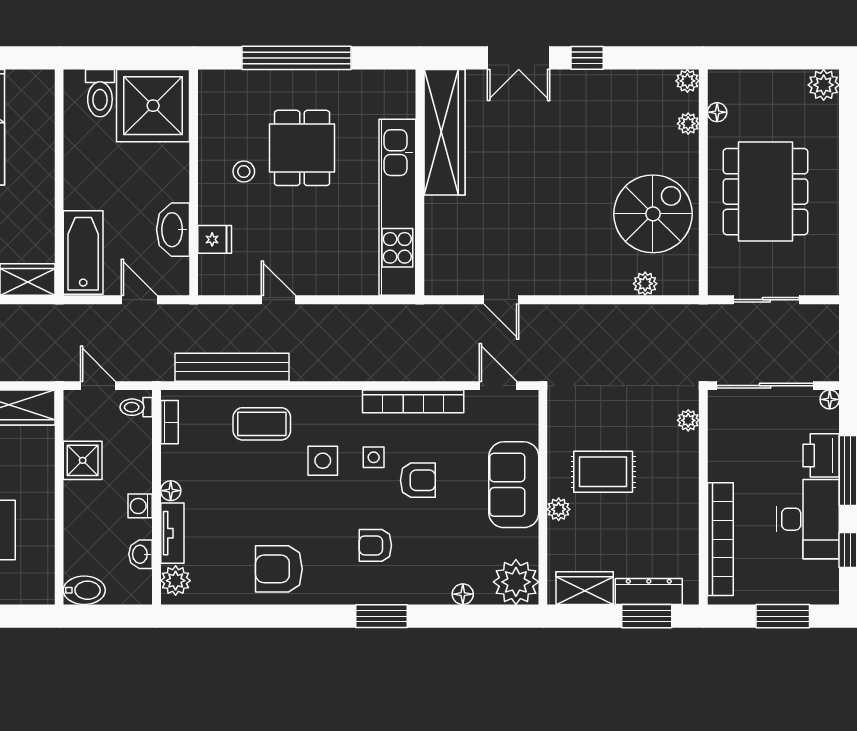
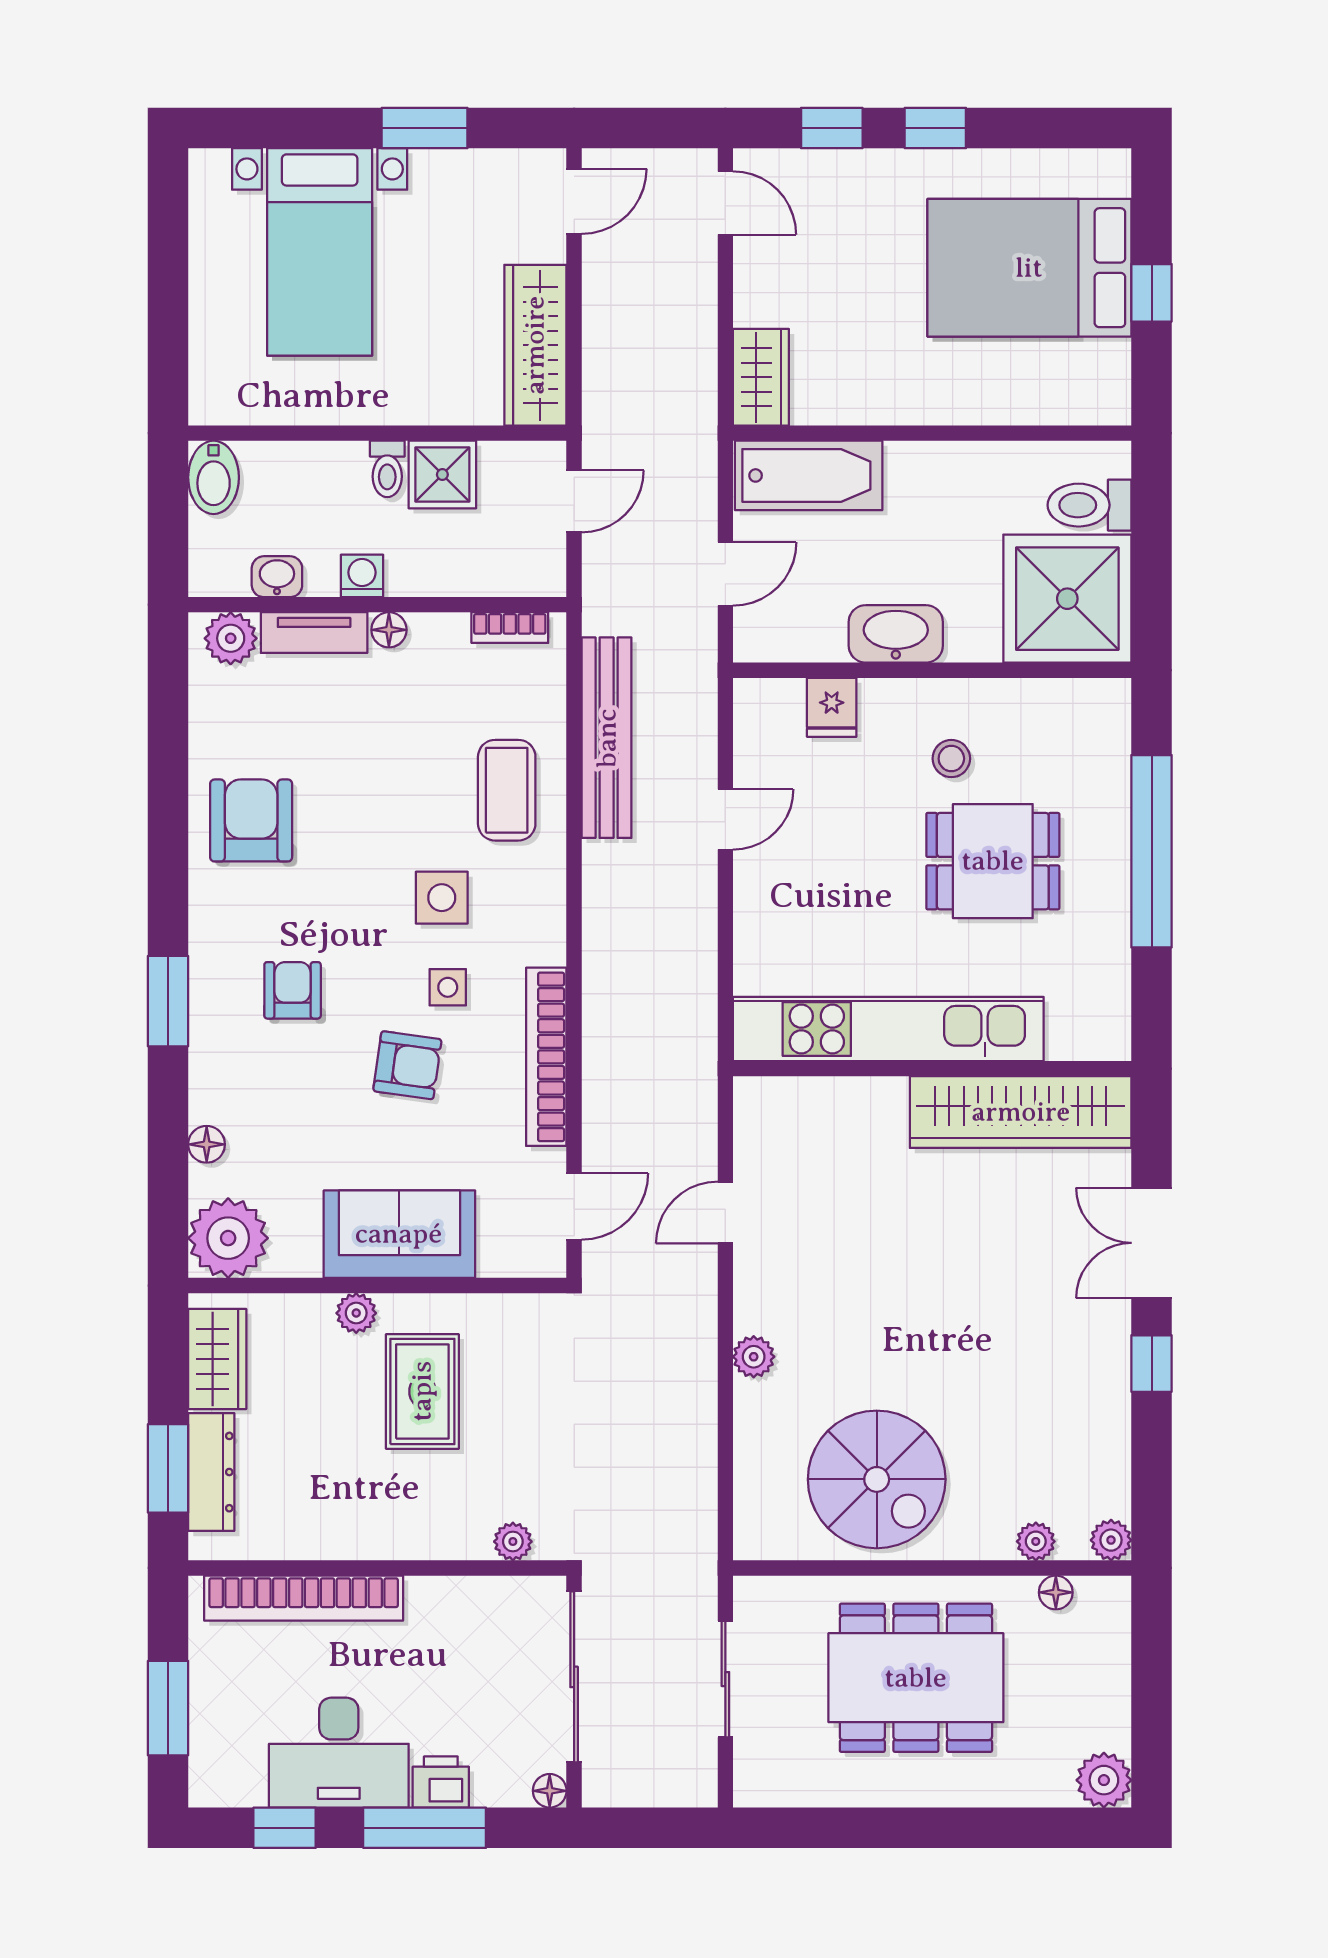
washbasin: (173, 230) -> (896, 634), moved
plant: (645, 284) -> (754, 1357), moved
toilet: (136, 407) -> (387, 469), moved, turned 180
printer: (821, 455) -> (441, 1782), width x0.73, depth x0.81
armchair: (418, 480) -> (407, 1065), turned -82

